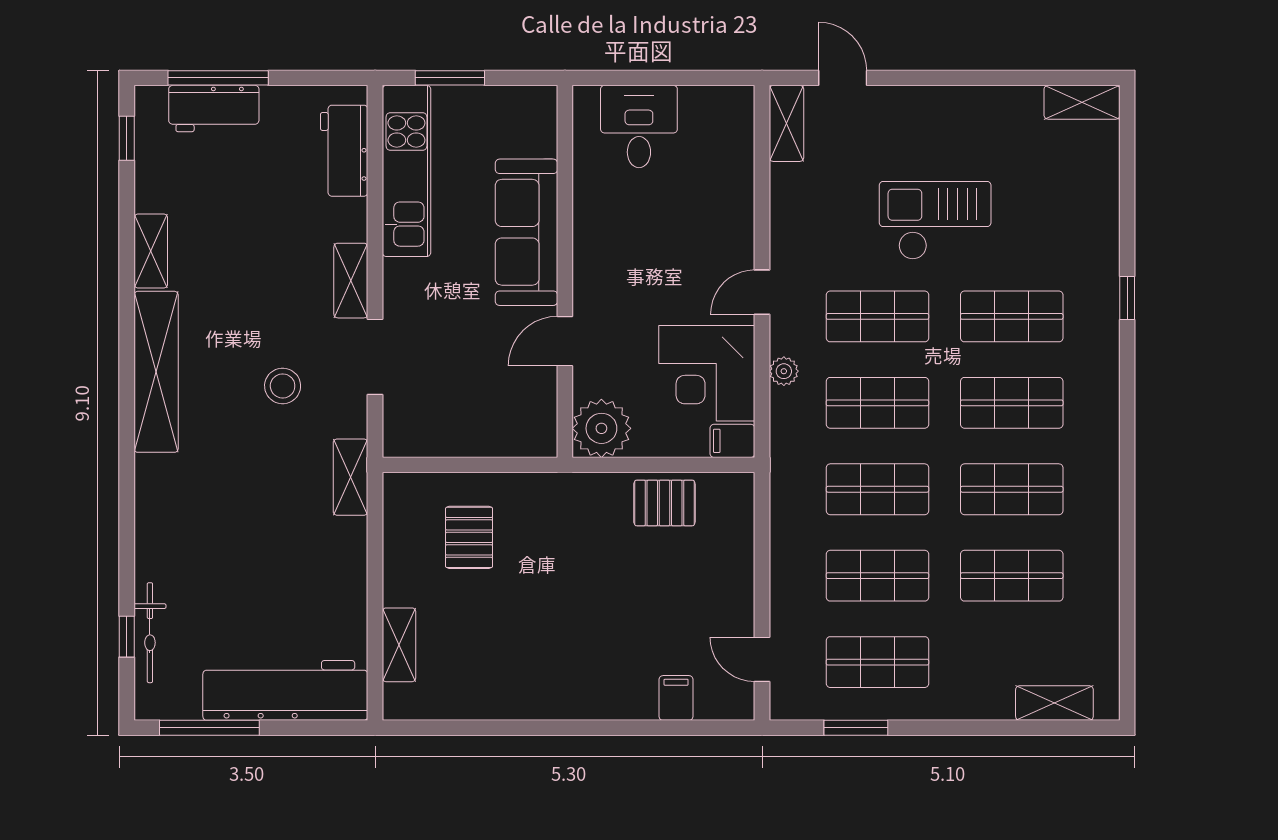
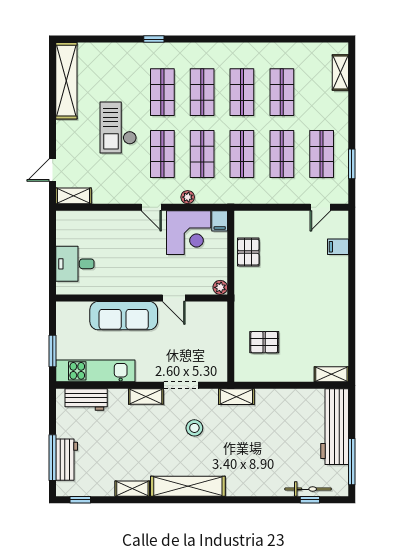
shelving: (1082, 102) -> (66, 81), width x2.20, depth x1.33
plant: (601, 428) -> (220, 287), width x0.53, depth x0.53
shelving: (399, 645) -> (331, 374), moved

